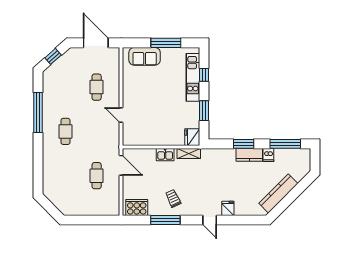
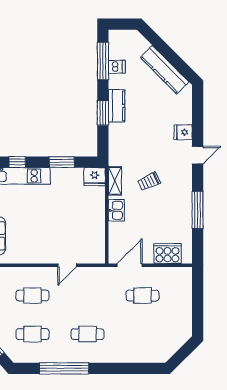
cafe table: (65, 87) -> (32, 334), added
dishwasher: (268, 155) -> (117, 67), moved
trolley: (173, 198) -> (149, 181), moved
cooker: (137, 207) -> (167, 253), moved, turned 90

